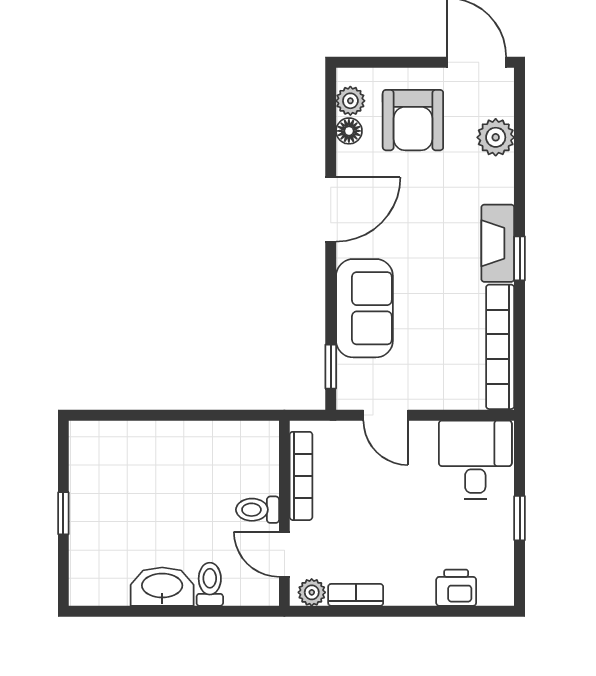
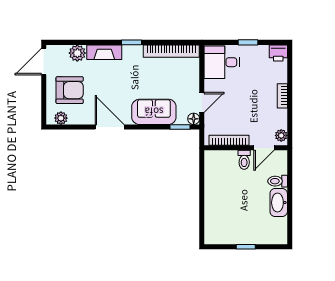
floor lamp: (349, 131) -> (194, 119), moved
fireplace: (498, 243) -> (104, 52), moved
printer: (456, 588) -> (278, 53), moved, turned -90
bookcase: (356, 595) -> (282, 96), moved

